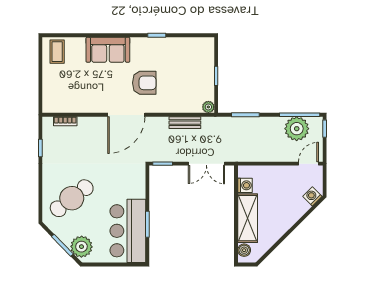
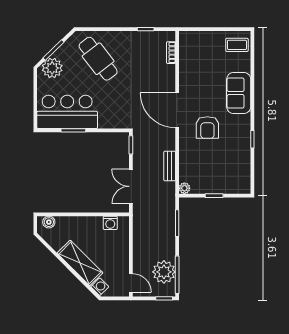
shelving: (248, 218) -> (80, 263), moved, turned 45

